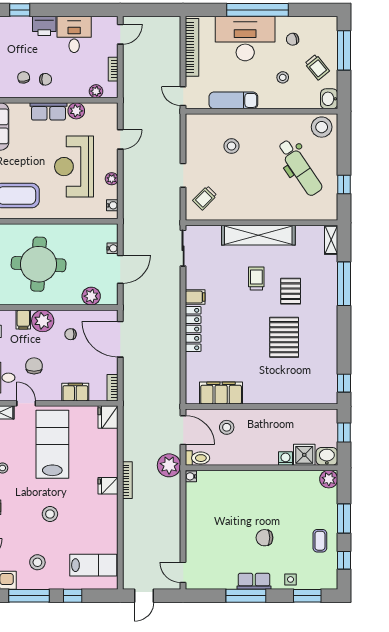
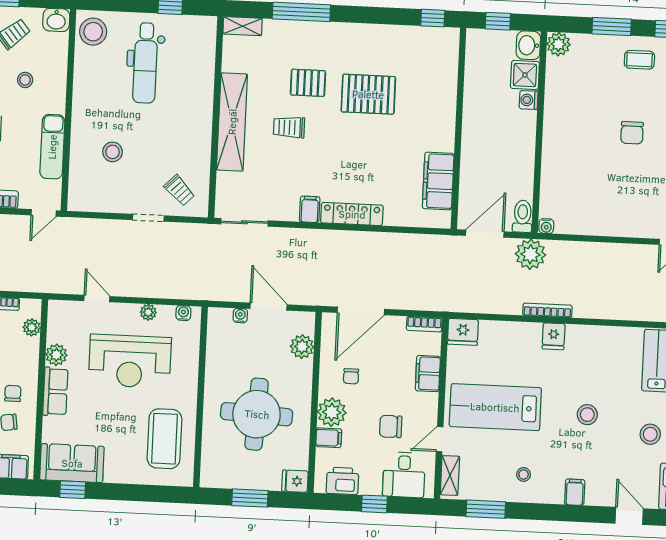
dental chair: (300, 168) -> (145, 63), turned 124
stool: (227, 427) -> (484, 176), removed

